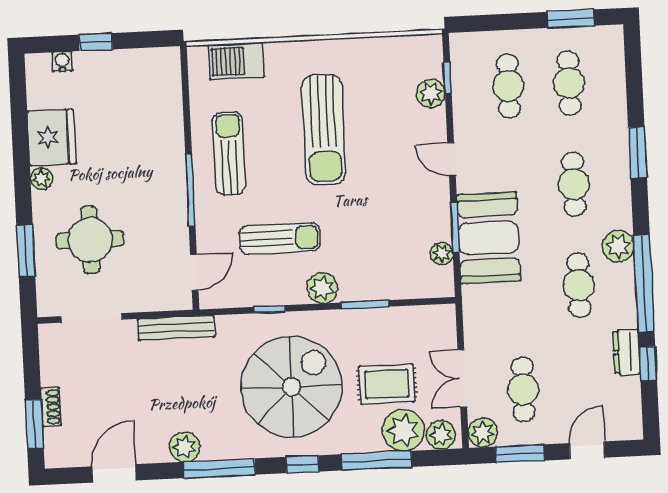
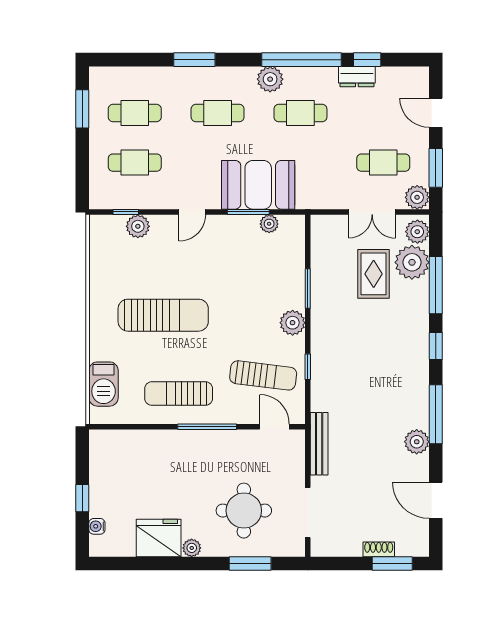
sun lounger: (280, 238) -> (263, 375), moved, turned 97
spiral stairs: (291, 387) -> (372, 352), removed

